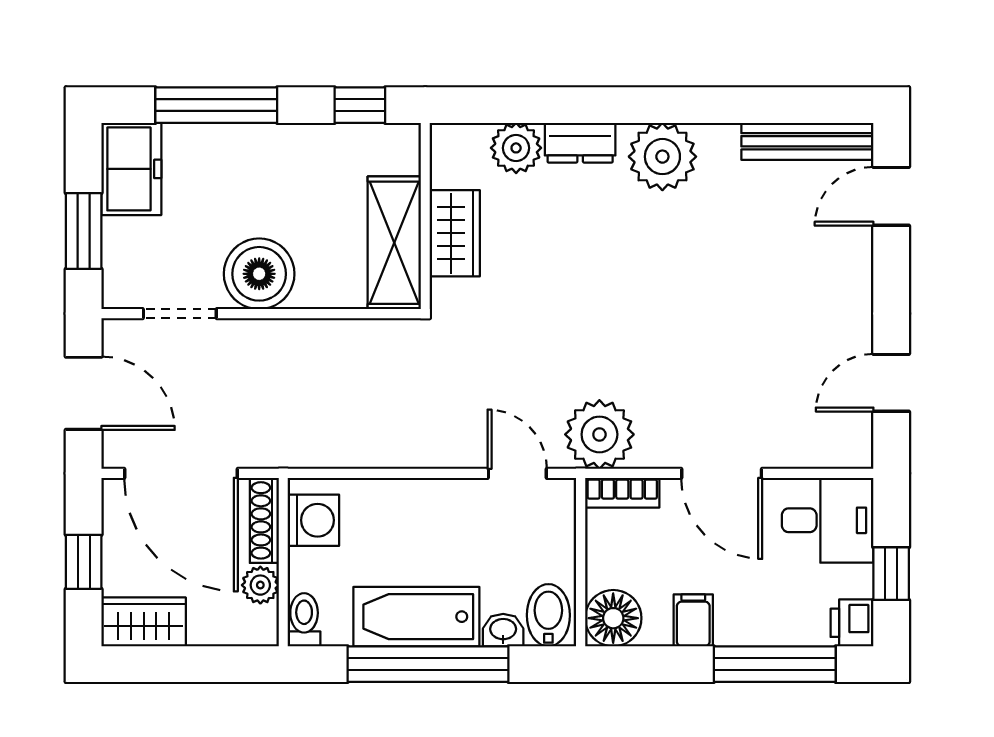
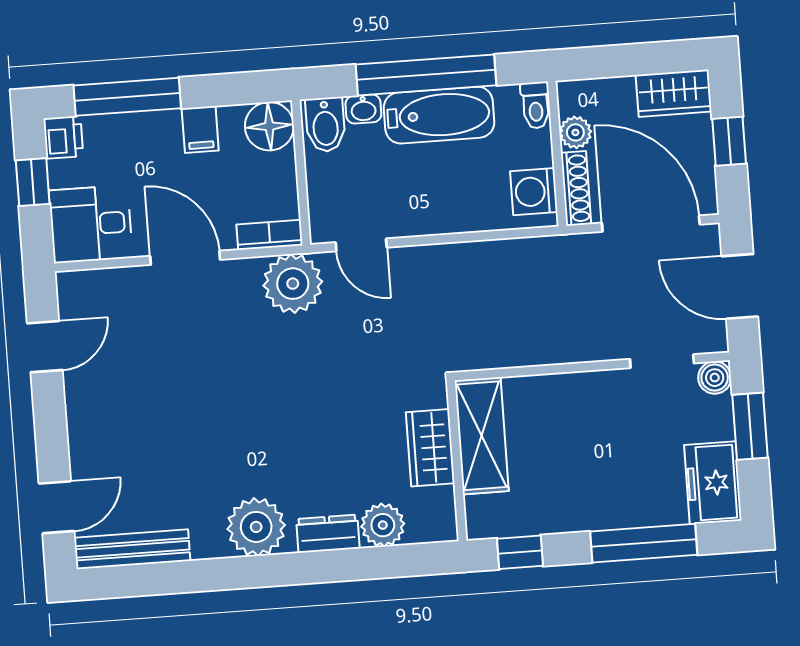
boiler: (259, 274) -> (715, 378), moved, width x0.54, depth x0.54

